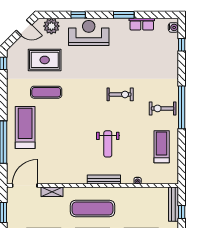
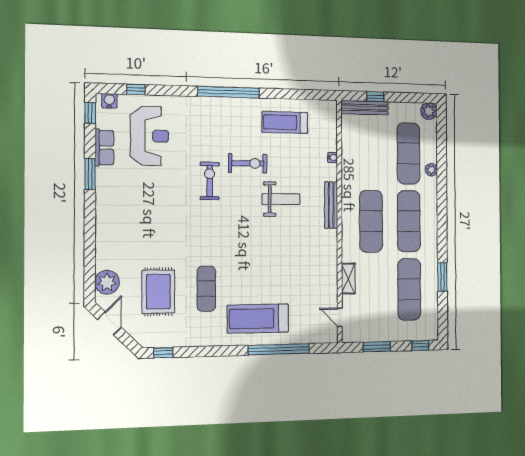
window: (78, 15) -> (90, 113), moved
reception desk: (89, 33) -> (150, 136), moved, turned 180
exercise bike: (163, 108) -> (248, 163), moved, turned -90
door: (25, 186) -> (340, 317), width x0.53

